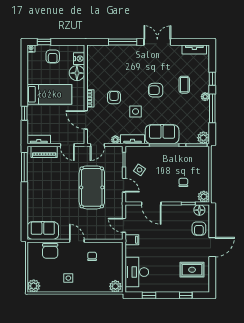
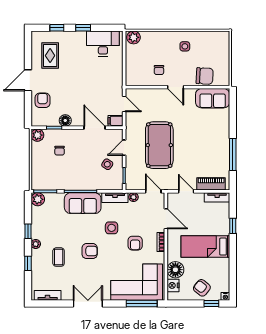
window: (123, 42) -> (142, 304), moved
double door: (157, 42) -> (88, 304), swing flipped
armchair: (53, 56) -> (202, 288), turned -51
corner sofa: (113, 62) -> (137, 282), added
window: (212, 108) -> (28, 231), width x0.46
door: (97, 145) -> (153, 191), hinge flipped
window: (24, 167) -> (233, 154), moved
door: (124, 185) -> (124, 148), hinge flipped
floor lamp: (199, 210) -> (65, 120), moved
filing cabinet: (132, 240) -> (116, 121), moved
chair: (50, 251) -> (205, 76), turned 93
rug: (192, 270) -> (50, 56), turned 90
desk: (137, 272) -> (103, 44), moved, turned -90
plant: (34, 286) -> (223, 38), removed
window: (149, 295) -> (83, 28), moved

